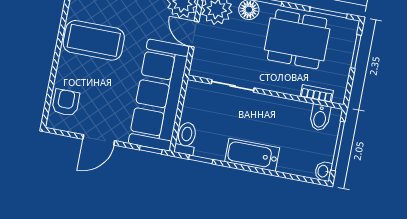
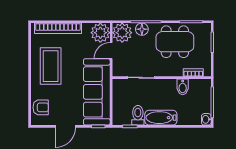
door: (194, 34) -> (111, 51), hinge flipped
coffee table: (94, 40) -> (51, 66), turned 90
armchair: (66, 103) -> (41, 107), turned 90
bidet: (320, 118) -> (183, 87), moved
toilet: (186, 138) -> (138, 115), moved

